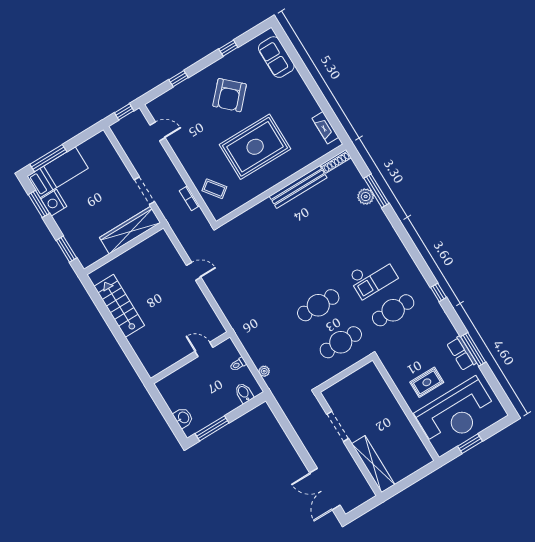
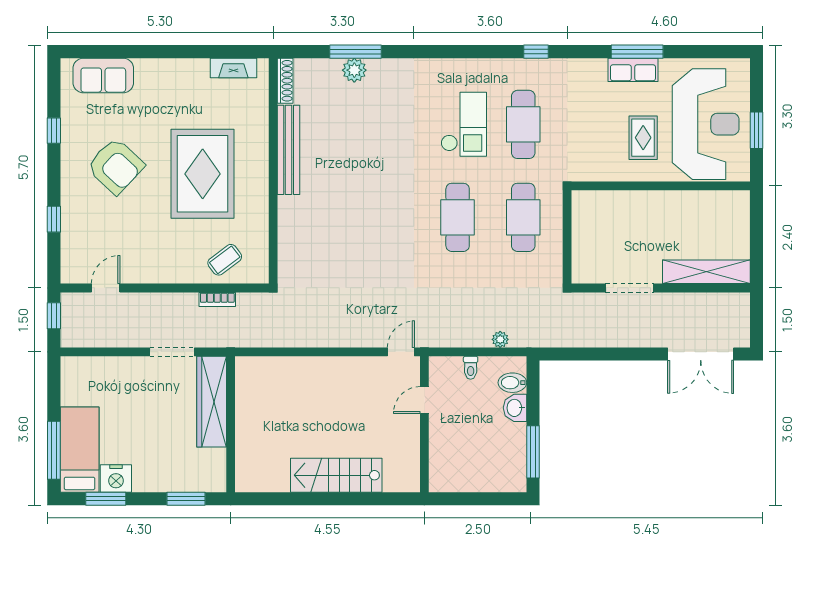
door: (194, 271) -> (401, 352), moved
stairs: (119, 306) -> (336, 475), moved
washbasin: (183, 418) -> (515, 408), moved, turned -90

